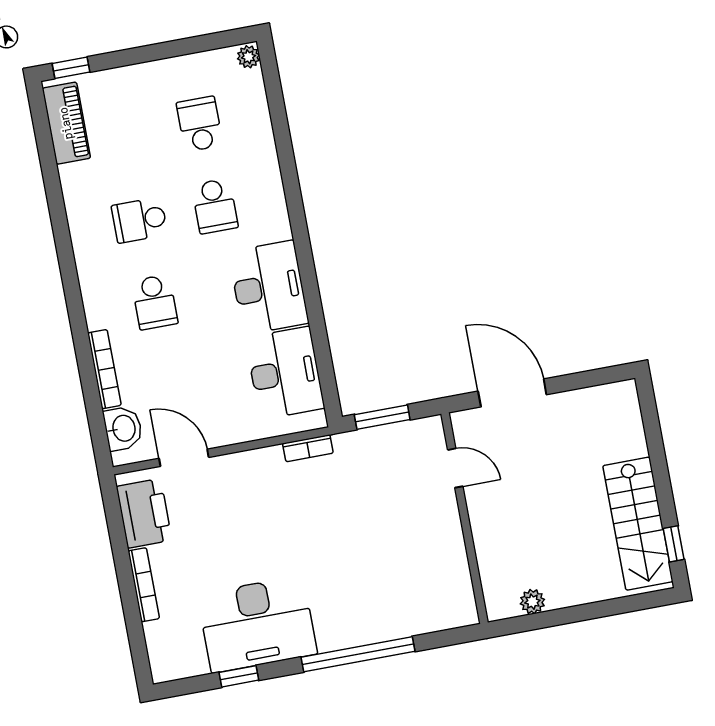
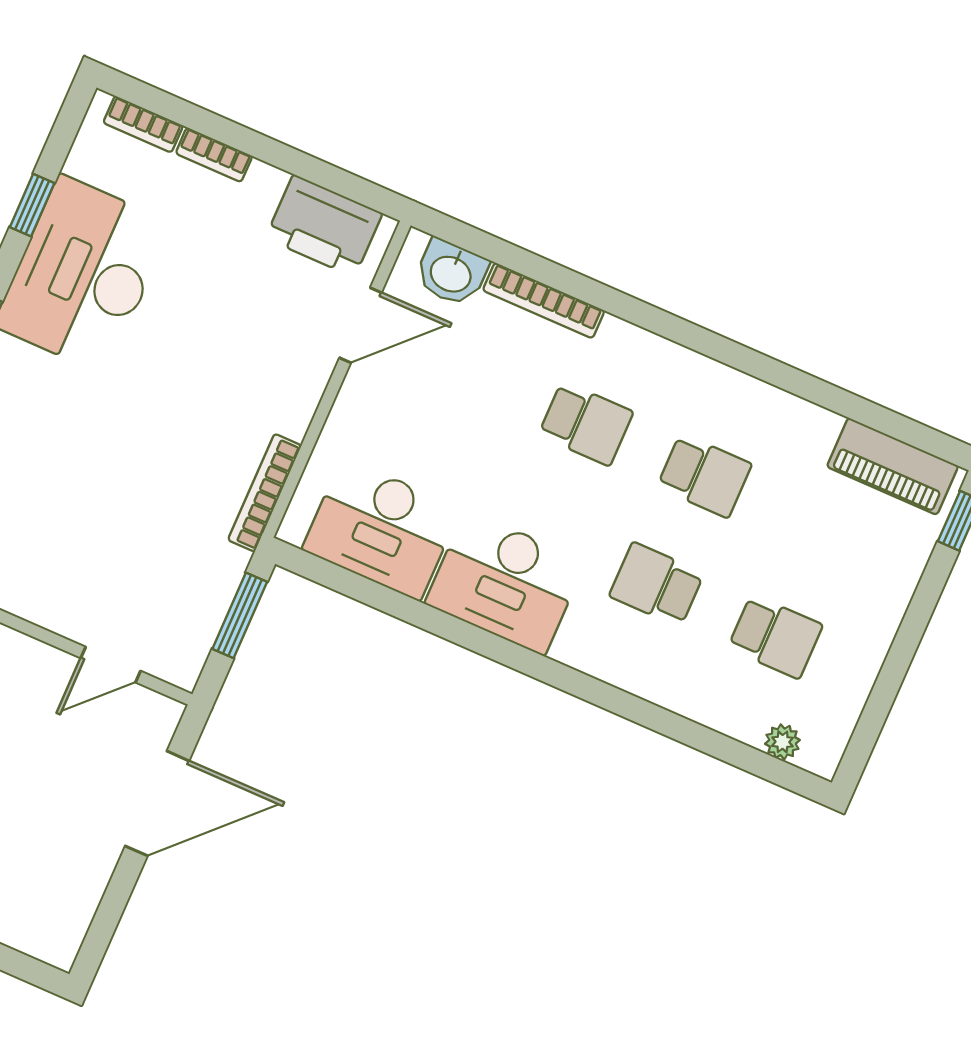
plant: (248, 57) -> (782, 742), moved
school desk: (139, 220) -> (704, 476), turned 90
school desk: (155, 302) -> (586, 424), turned 180
bookcase: (308, 448) -> (265, 493), width x1.56
bookcase: (144, 585) -> (214, 155), width x0.64
bookcase: (155, 646) -> (143, 124), added

